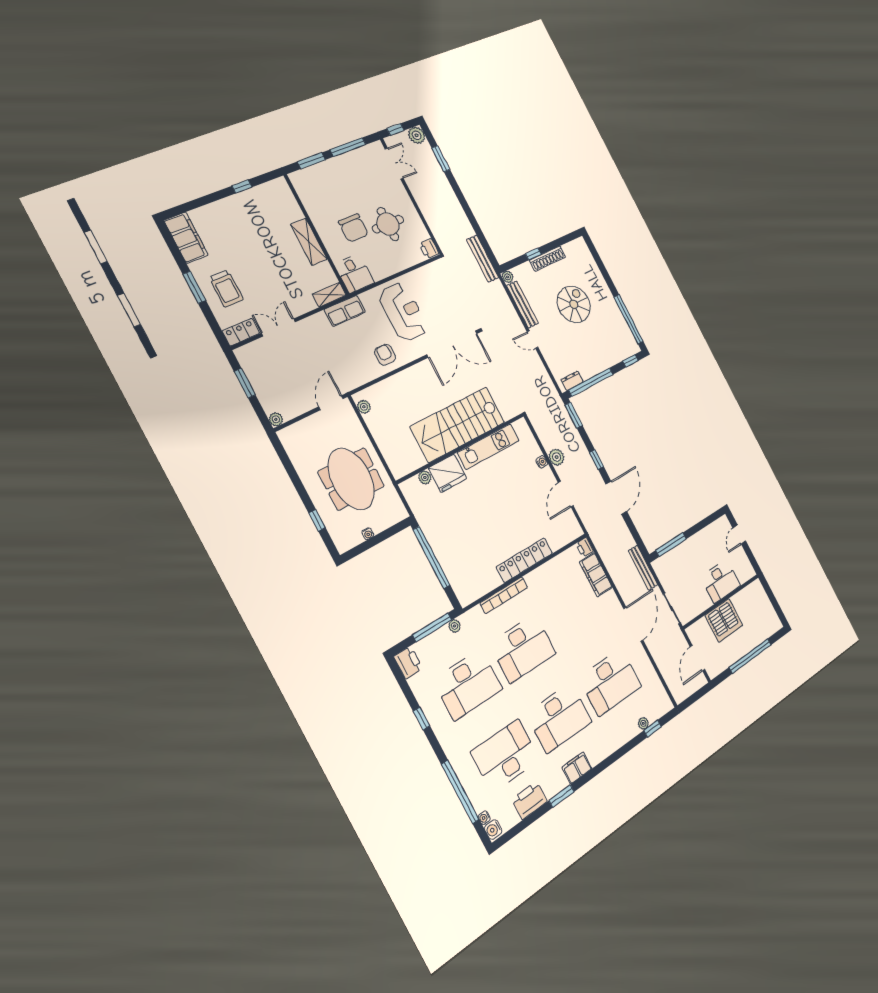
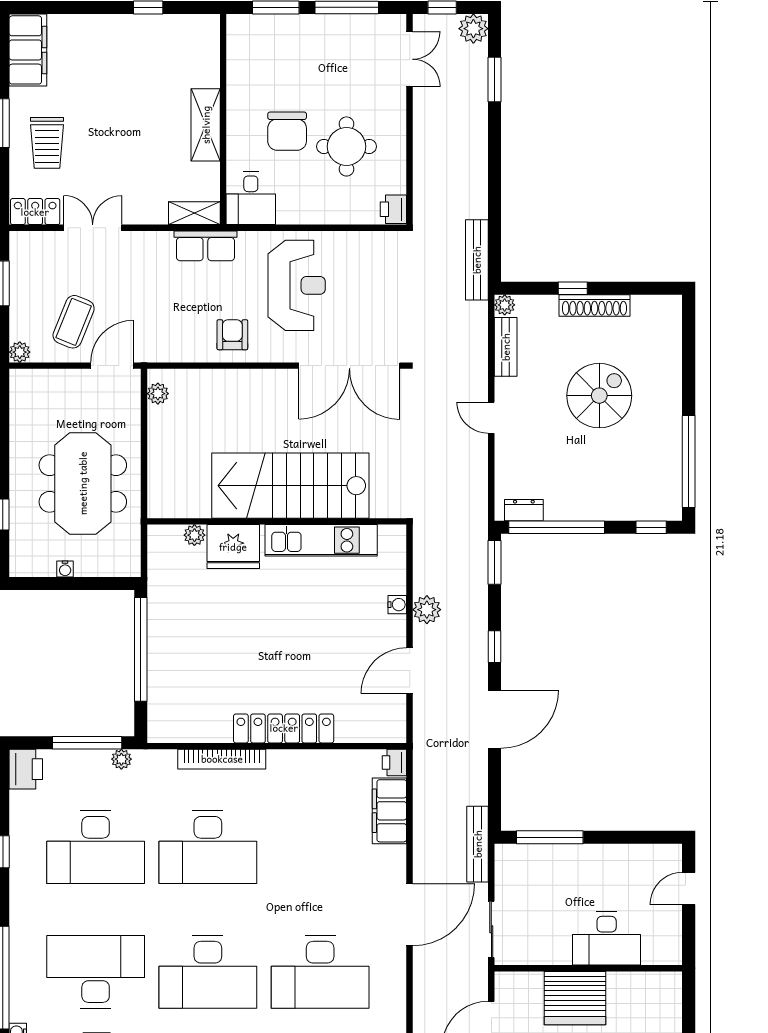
bench: (522, 305) -> (506, 347), width x0.73
coffee table: (297, 387) -> (74, 322), added

